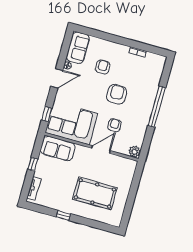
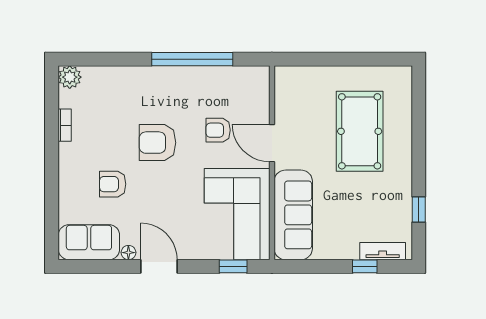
window: (157, 107) -> (192, 59), moved
sofa: (58, 148) -> (293, 215), width x1.36
plant: (135, 152) -> (70, 77), moved
window: (33, 164) -> (365, 266), moved
window: (63, 215) -> (419, 209), moved

